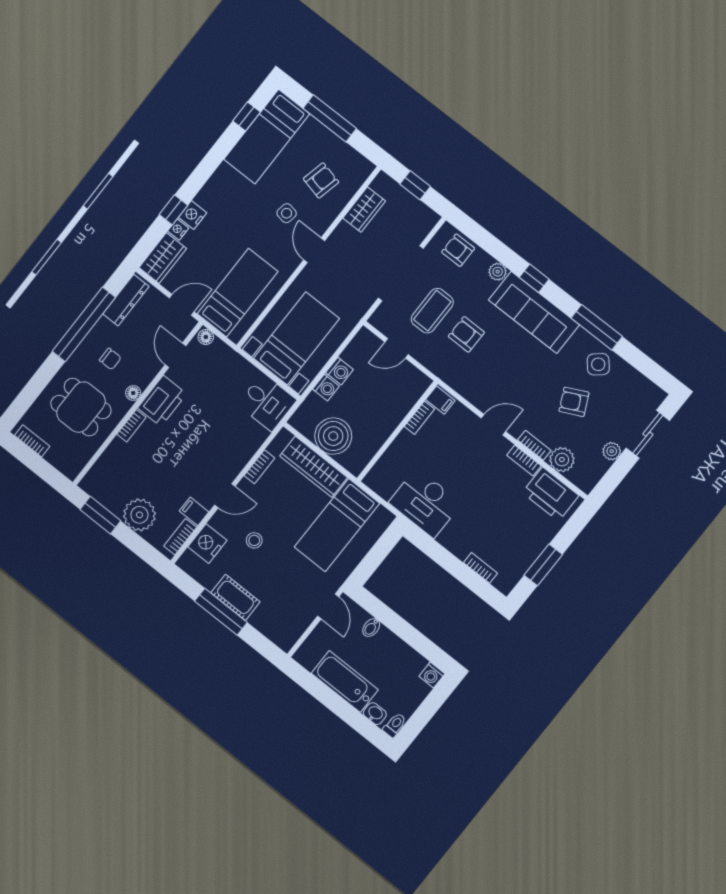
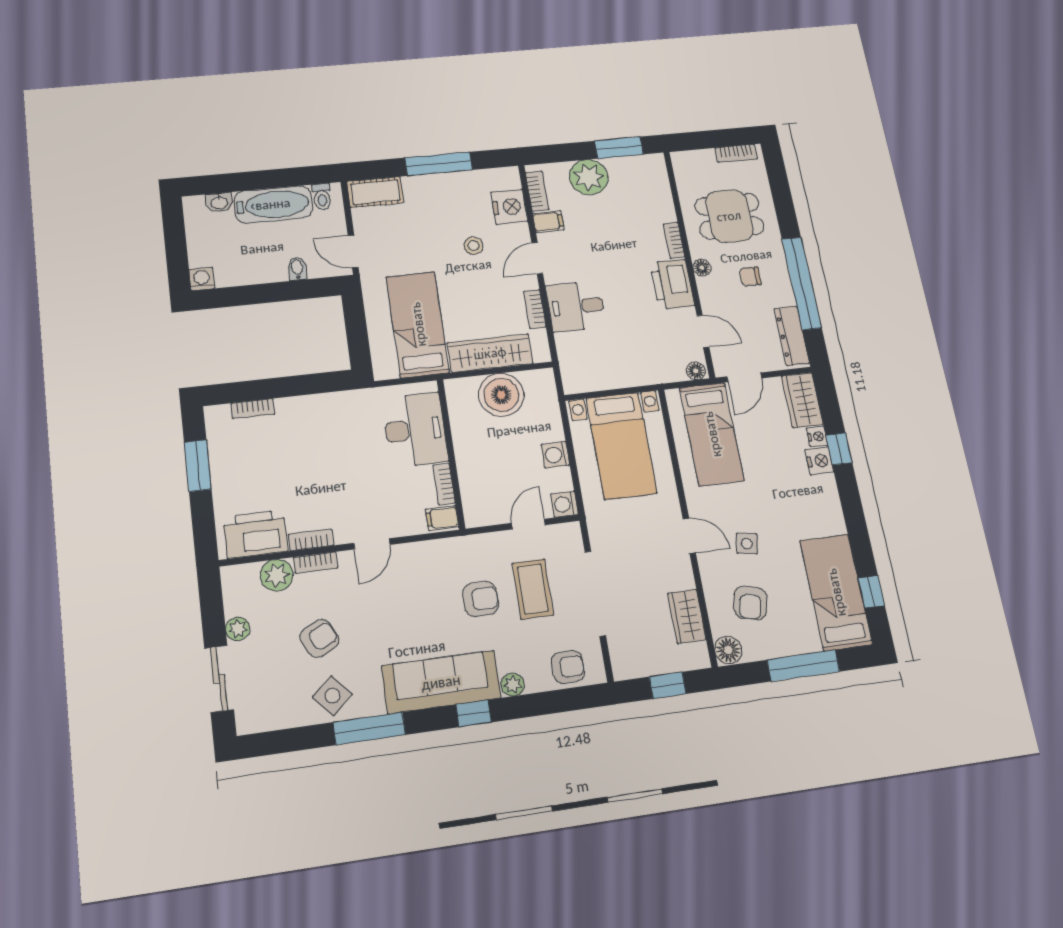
floor lamp: (362, 169) -> (728, 650), added
washing machine: (326, 388) -> (564, 504), moved
desk: (267, 402) -> (576, 306), moved
desk: (425, 503) -> (415, 430), moved, turned 90
cot: (235, 597) -> (375, 192), moved
toilet: (395, 725) -> (322, 197), moved

